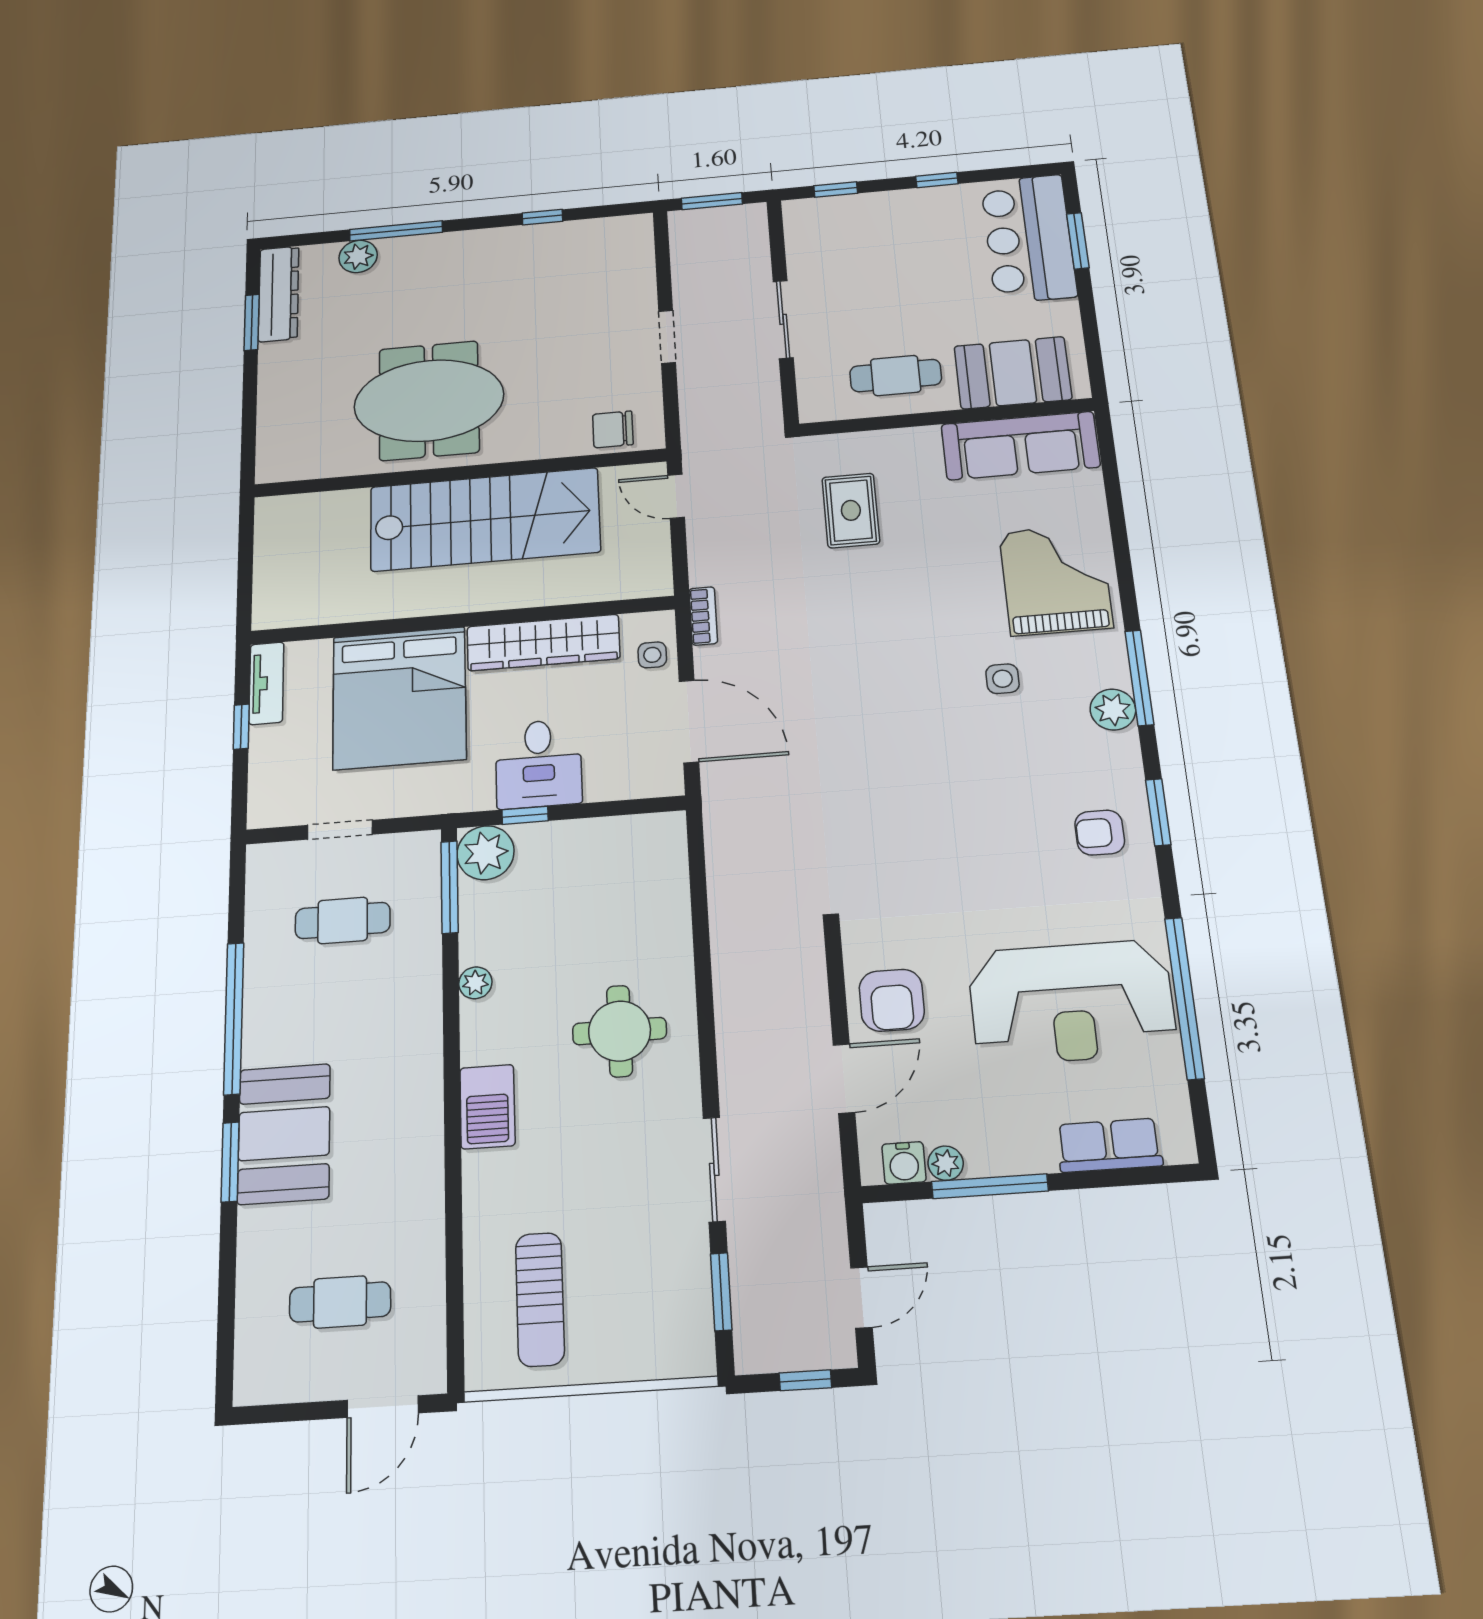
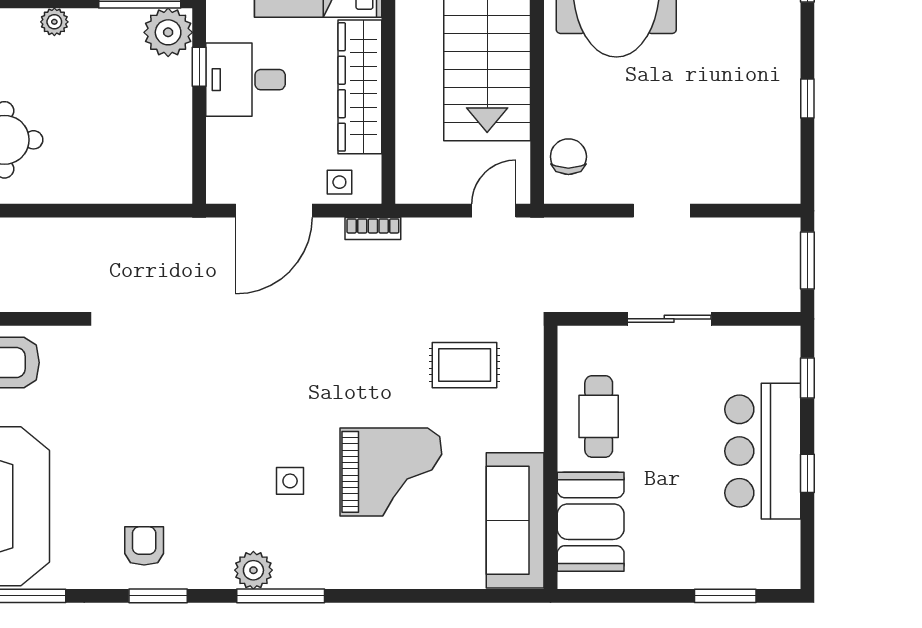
bar counter: (1029, 239) -> (763, 451), moved, turned -90
grand piano: (1056, 580) -> (391, 472), moved

